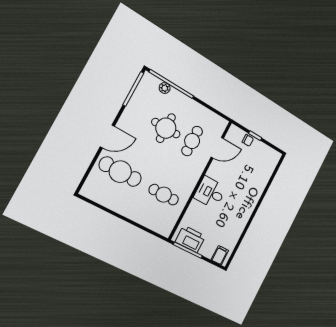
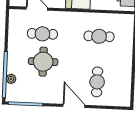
cafe table: (120, 172) -> (97, 82), width x0.73, depth x0.74
cafe table: (164, 195) -> (99, 36), turned 90

